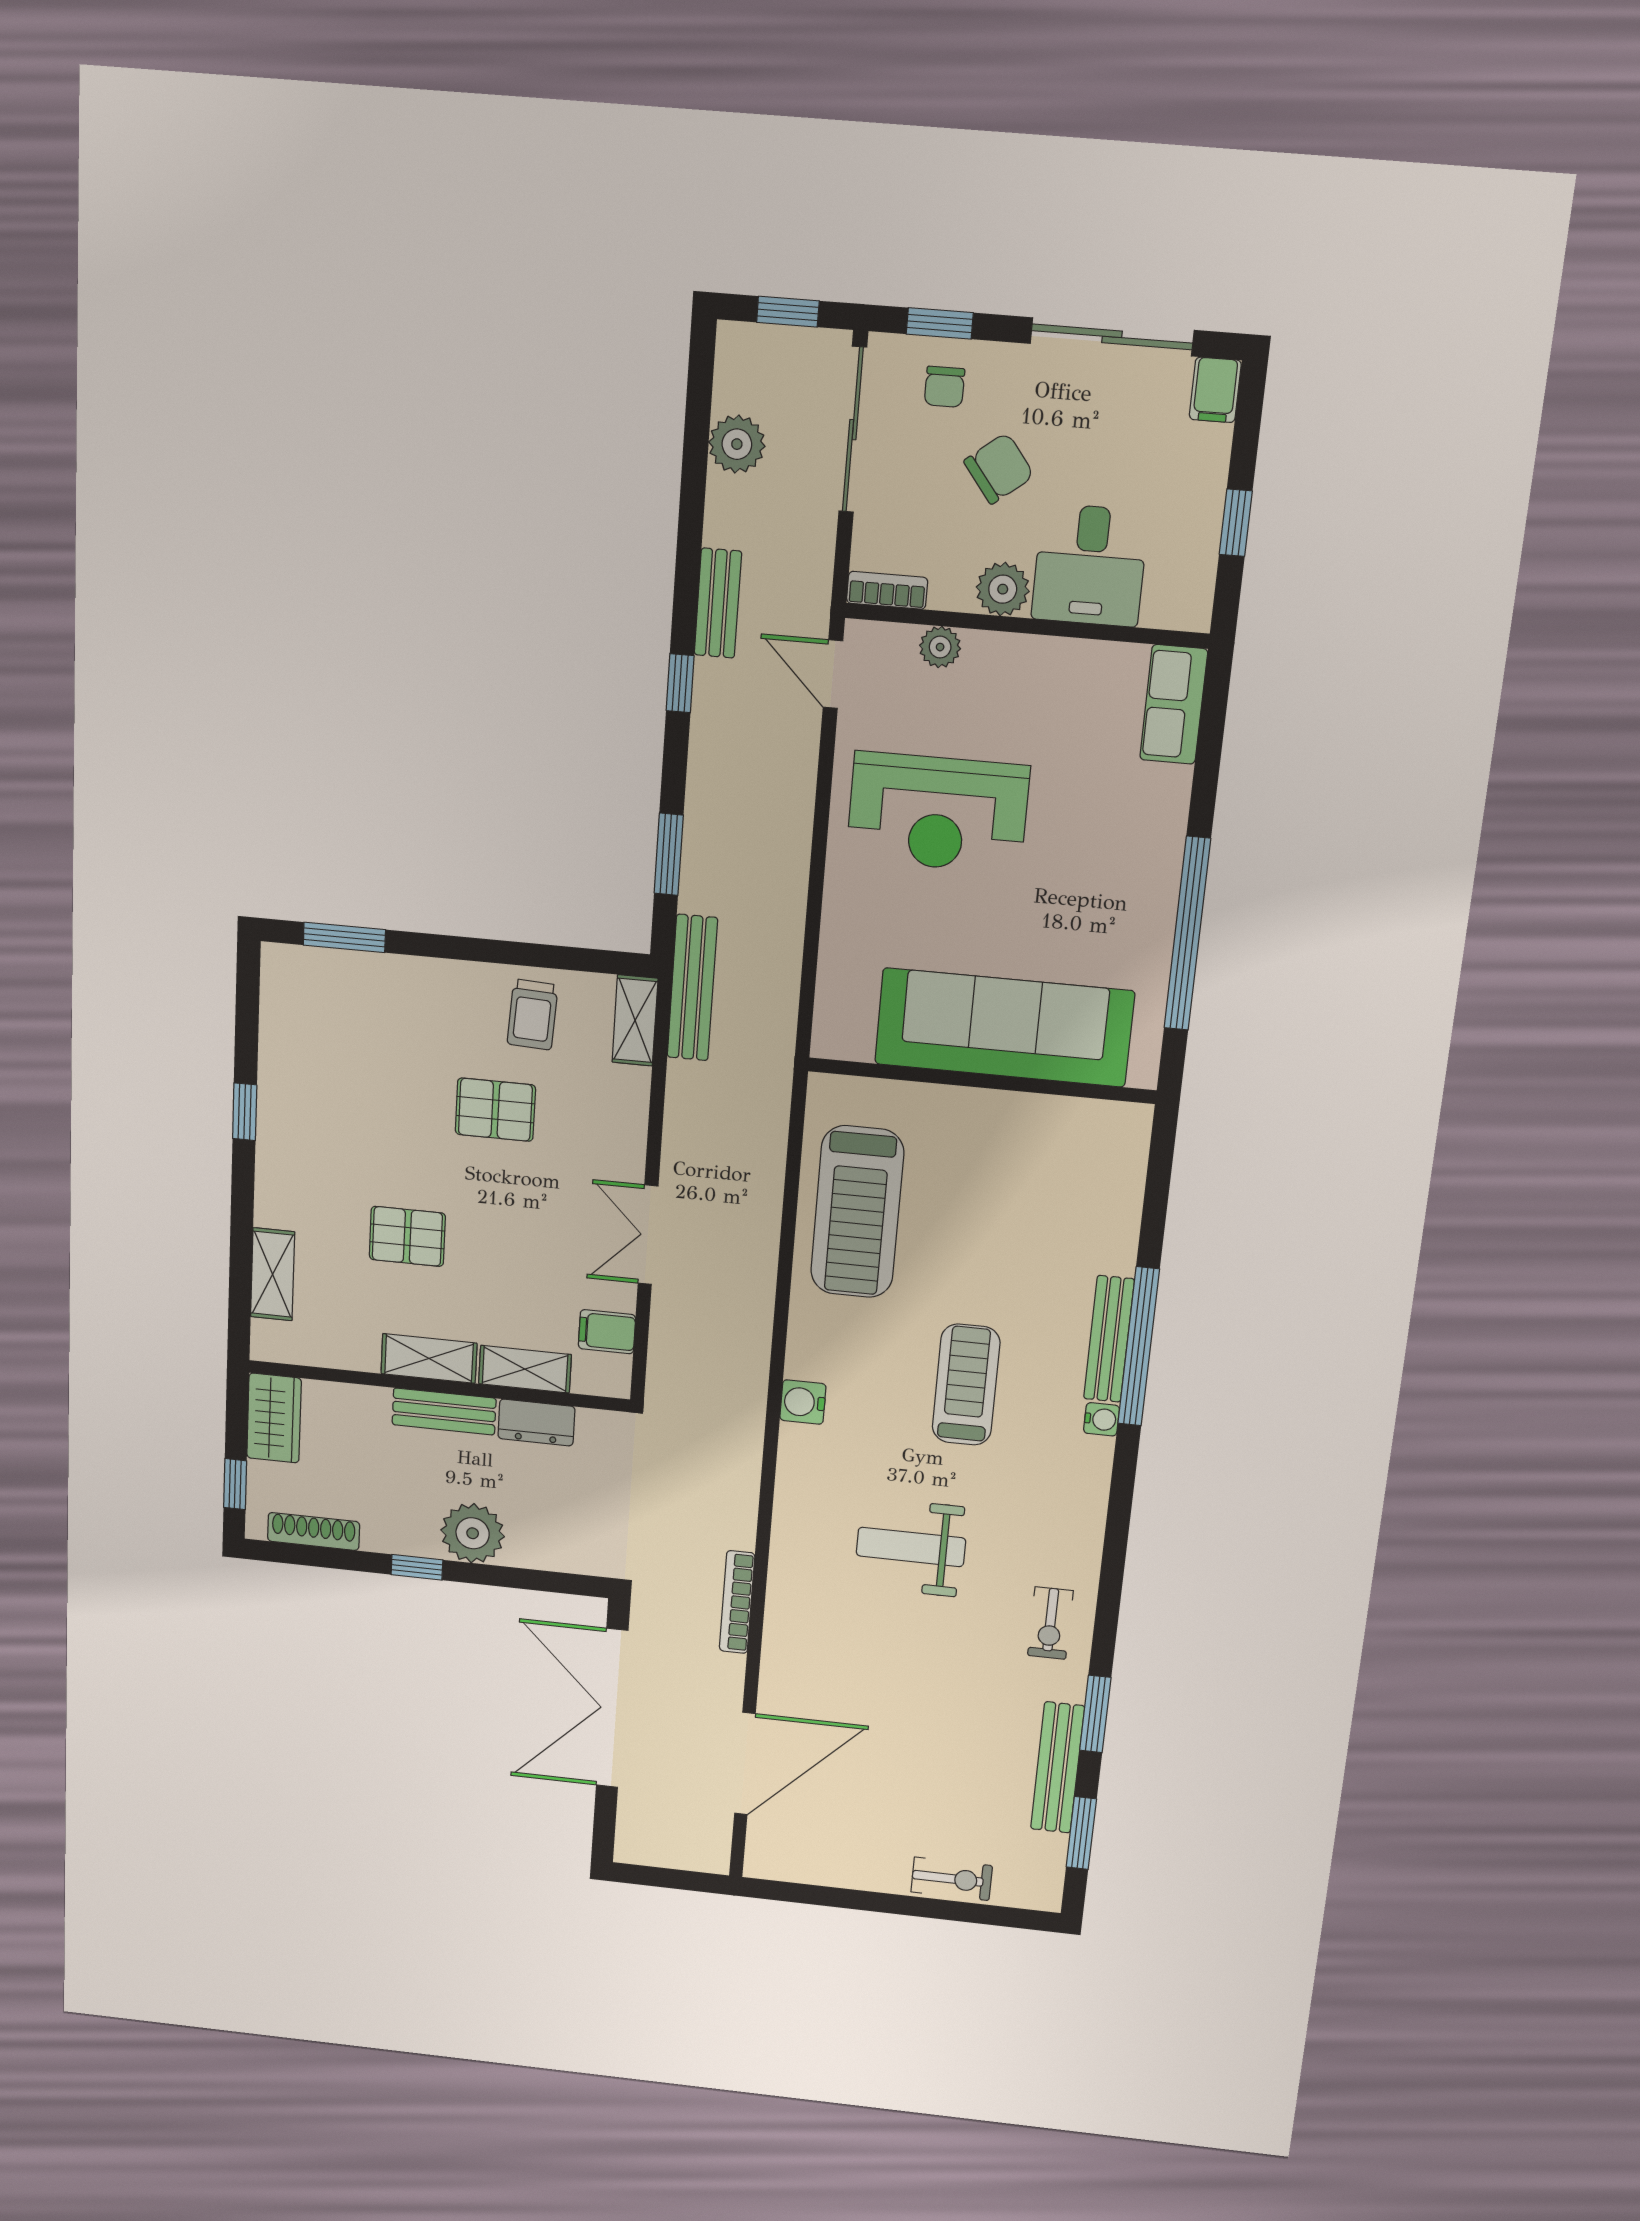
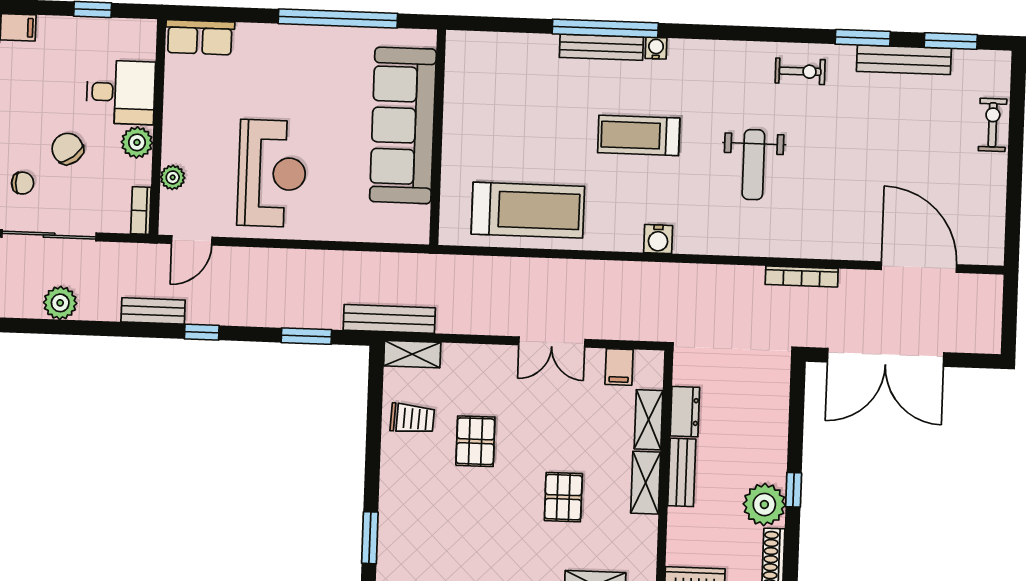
plant: (473, 1533) -> (764, 505), moved

